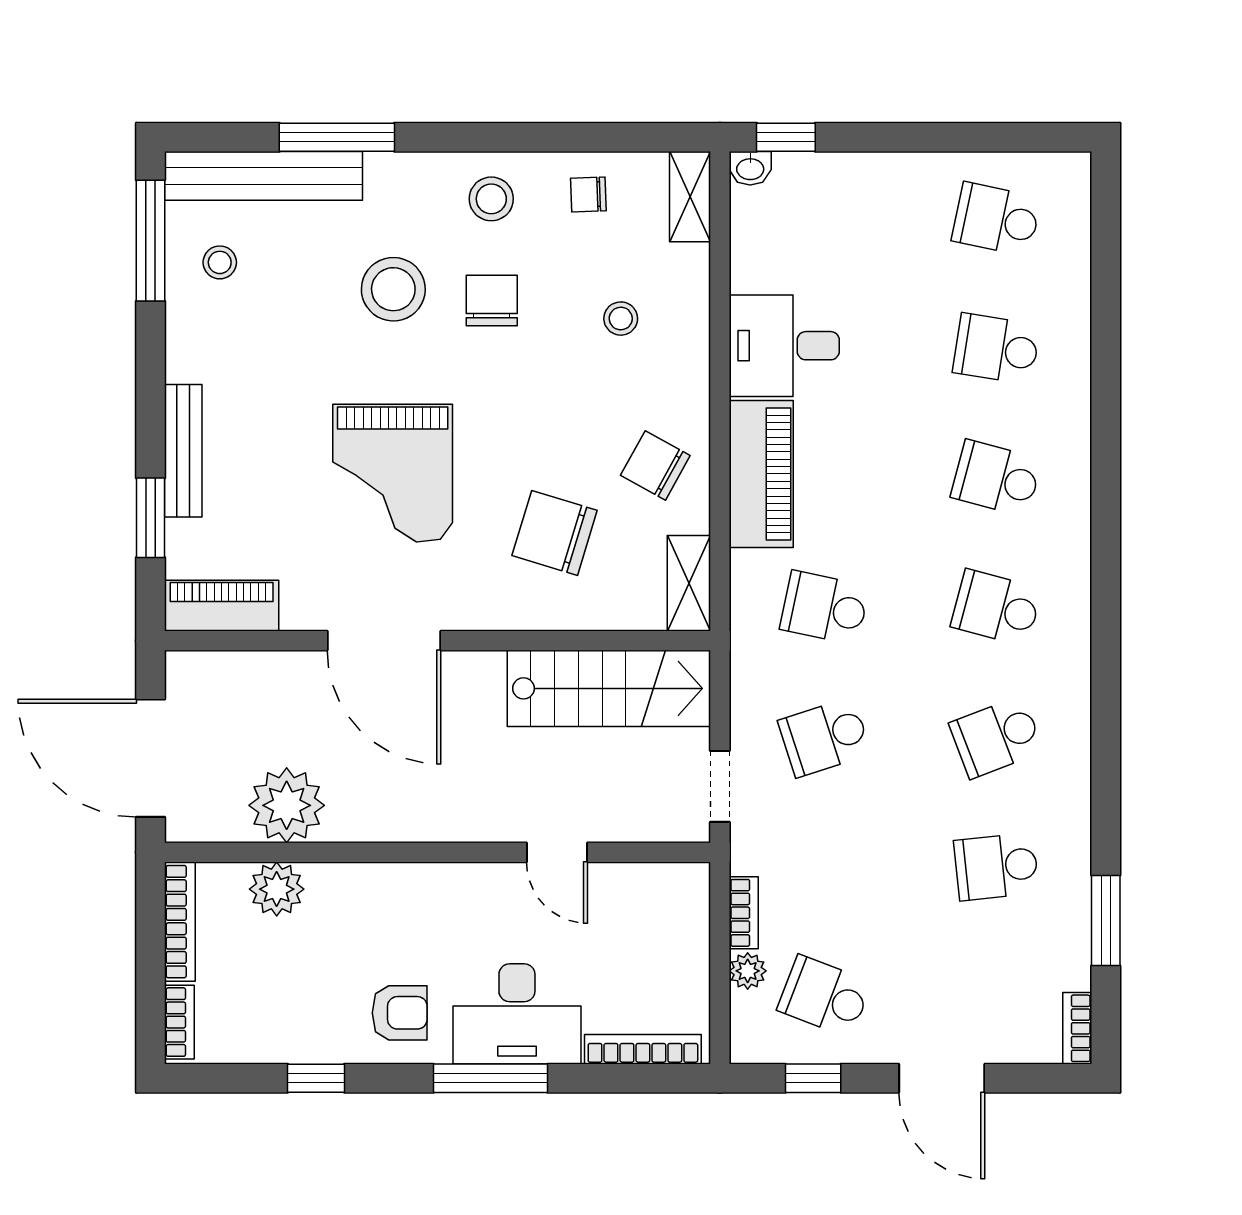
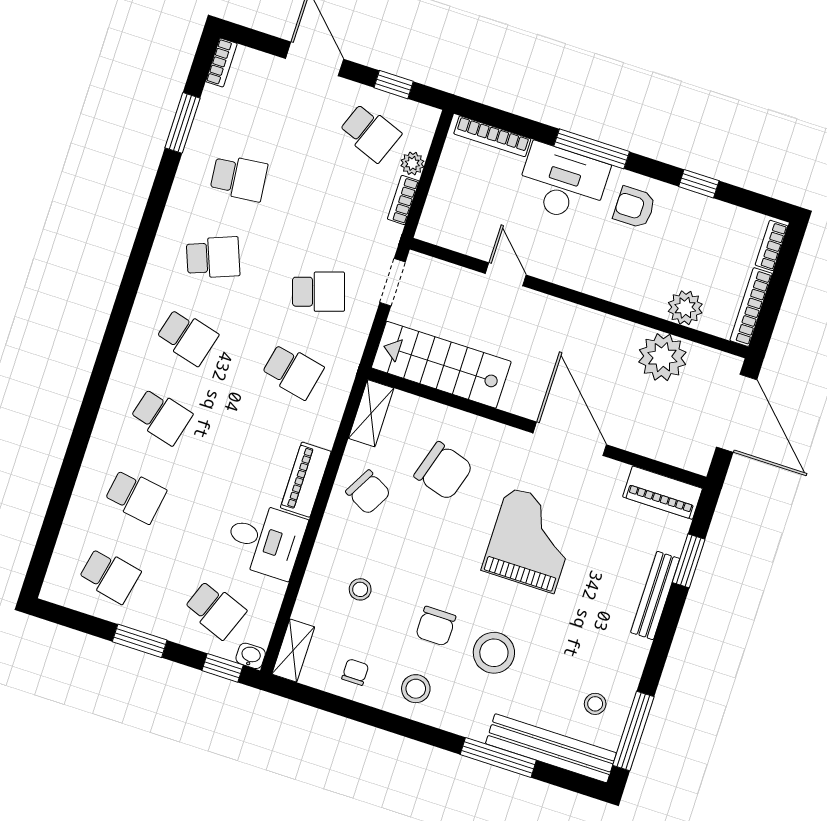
window: (921, 137) -> (140, 641), added
chair: (588, 194) -> (355, 672), turned -88
school desk: (825, 219) -> (215, 610), added
piano: (761, 474) -> (306, 480), width x0.73, depth x0.75

